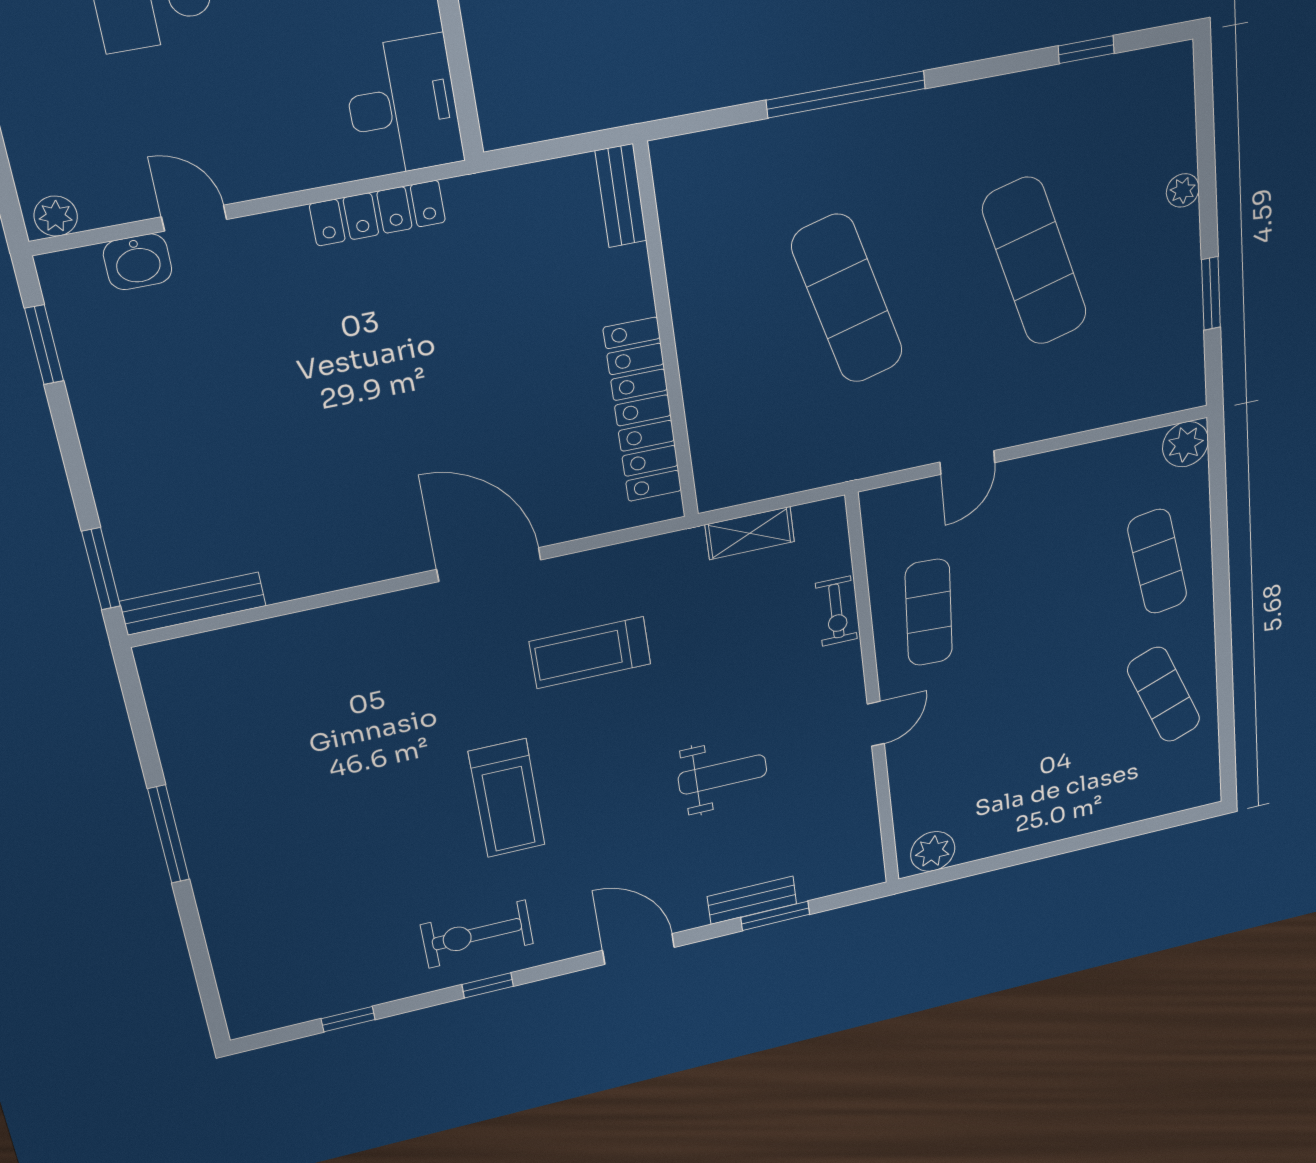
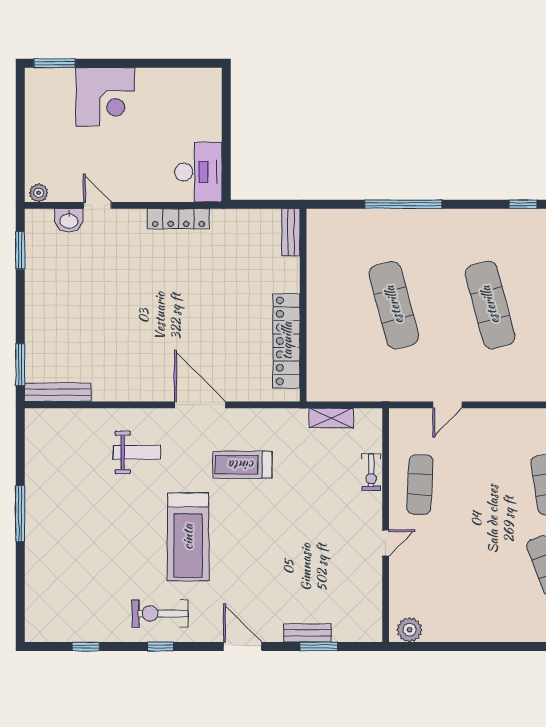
weight bench: (723, 774) -> (137, 452), moved
treadmill: (507, 798) -> (188, 537), width x1.37, depth x1.37

